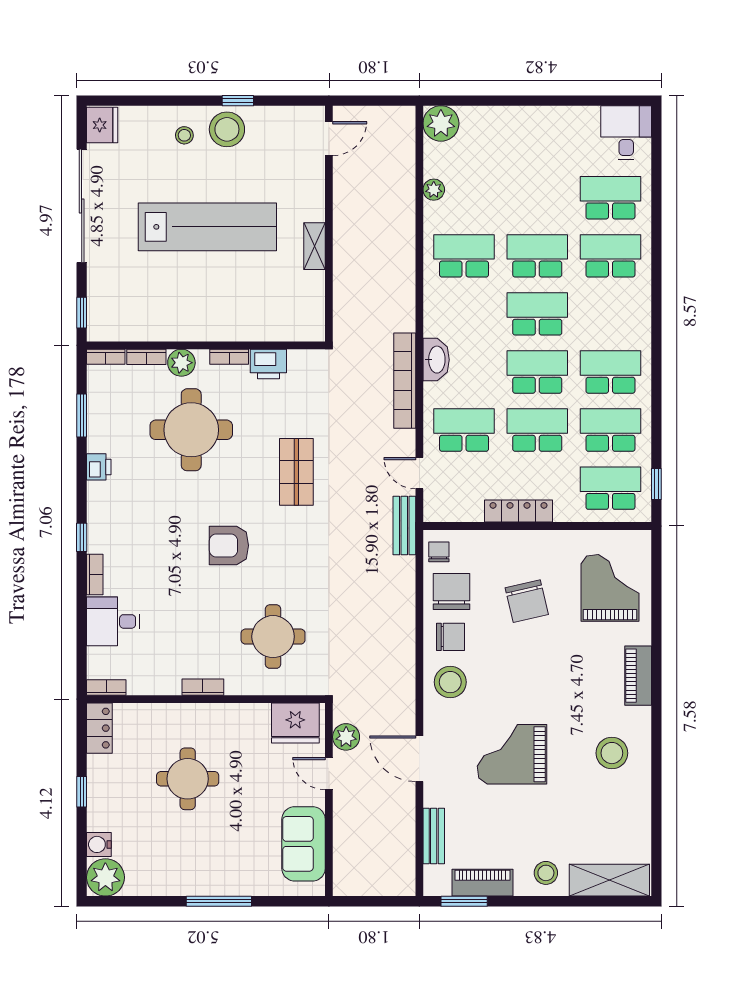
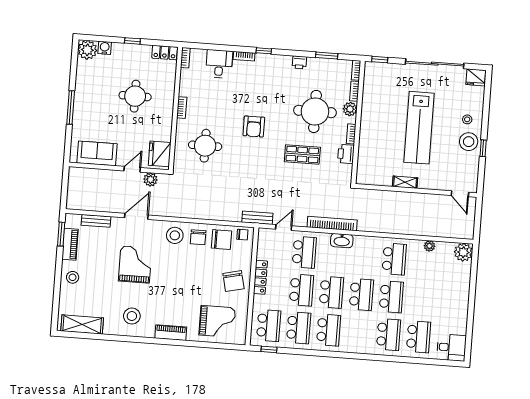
shop shelf: (296, 472) -> (302, 154), moved
armchair: (229, 546) -> (254, 126), turned 180
chair: (527, 601) -> (234, 281), moved, turned -90
shelving: (609, 880) -> (82, 325), moved, turned 90

